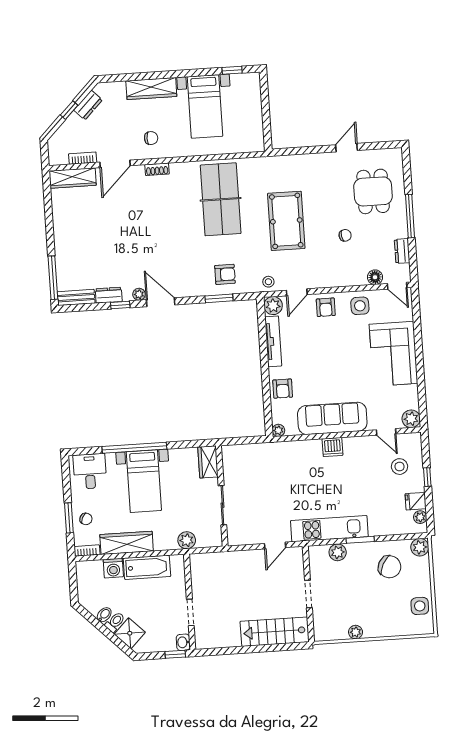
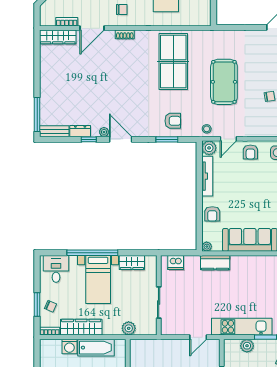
dishwasher: (332, 447) -> (176, 262), moved
kitchen counter: (290, 450) -> (215, 263), added
wardrobe: (208, 462) -> (132, 263), moved, turned -90

